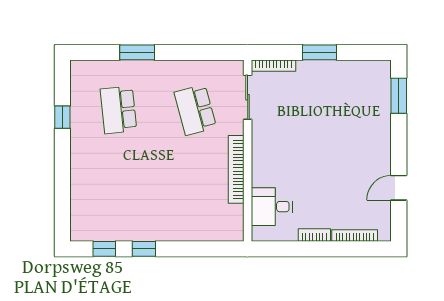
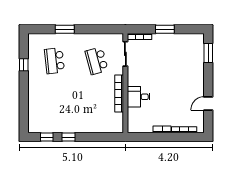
desk: (272, 207) -> (139, 97), moved

